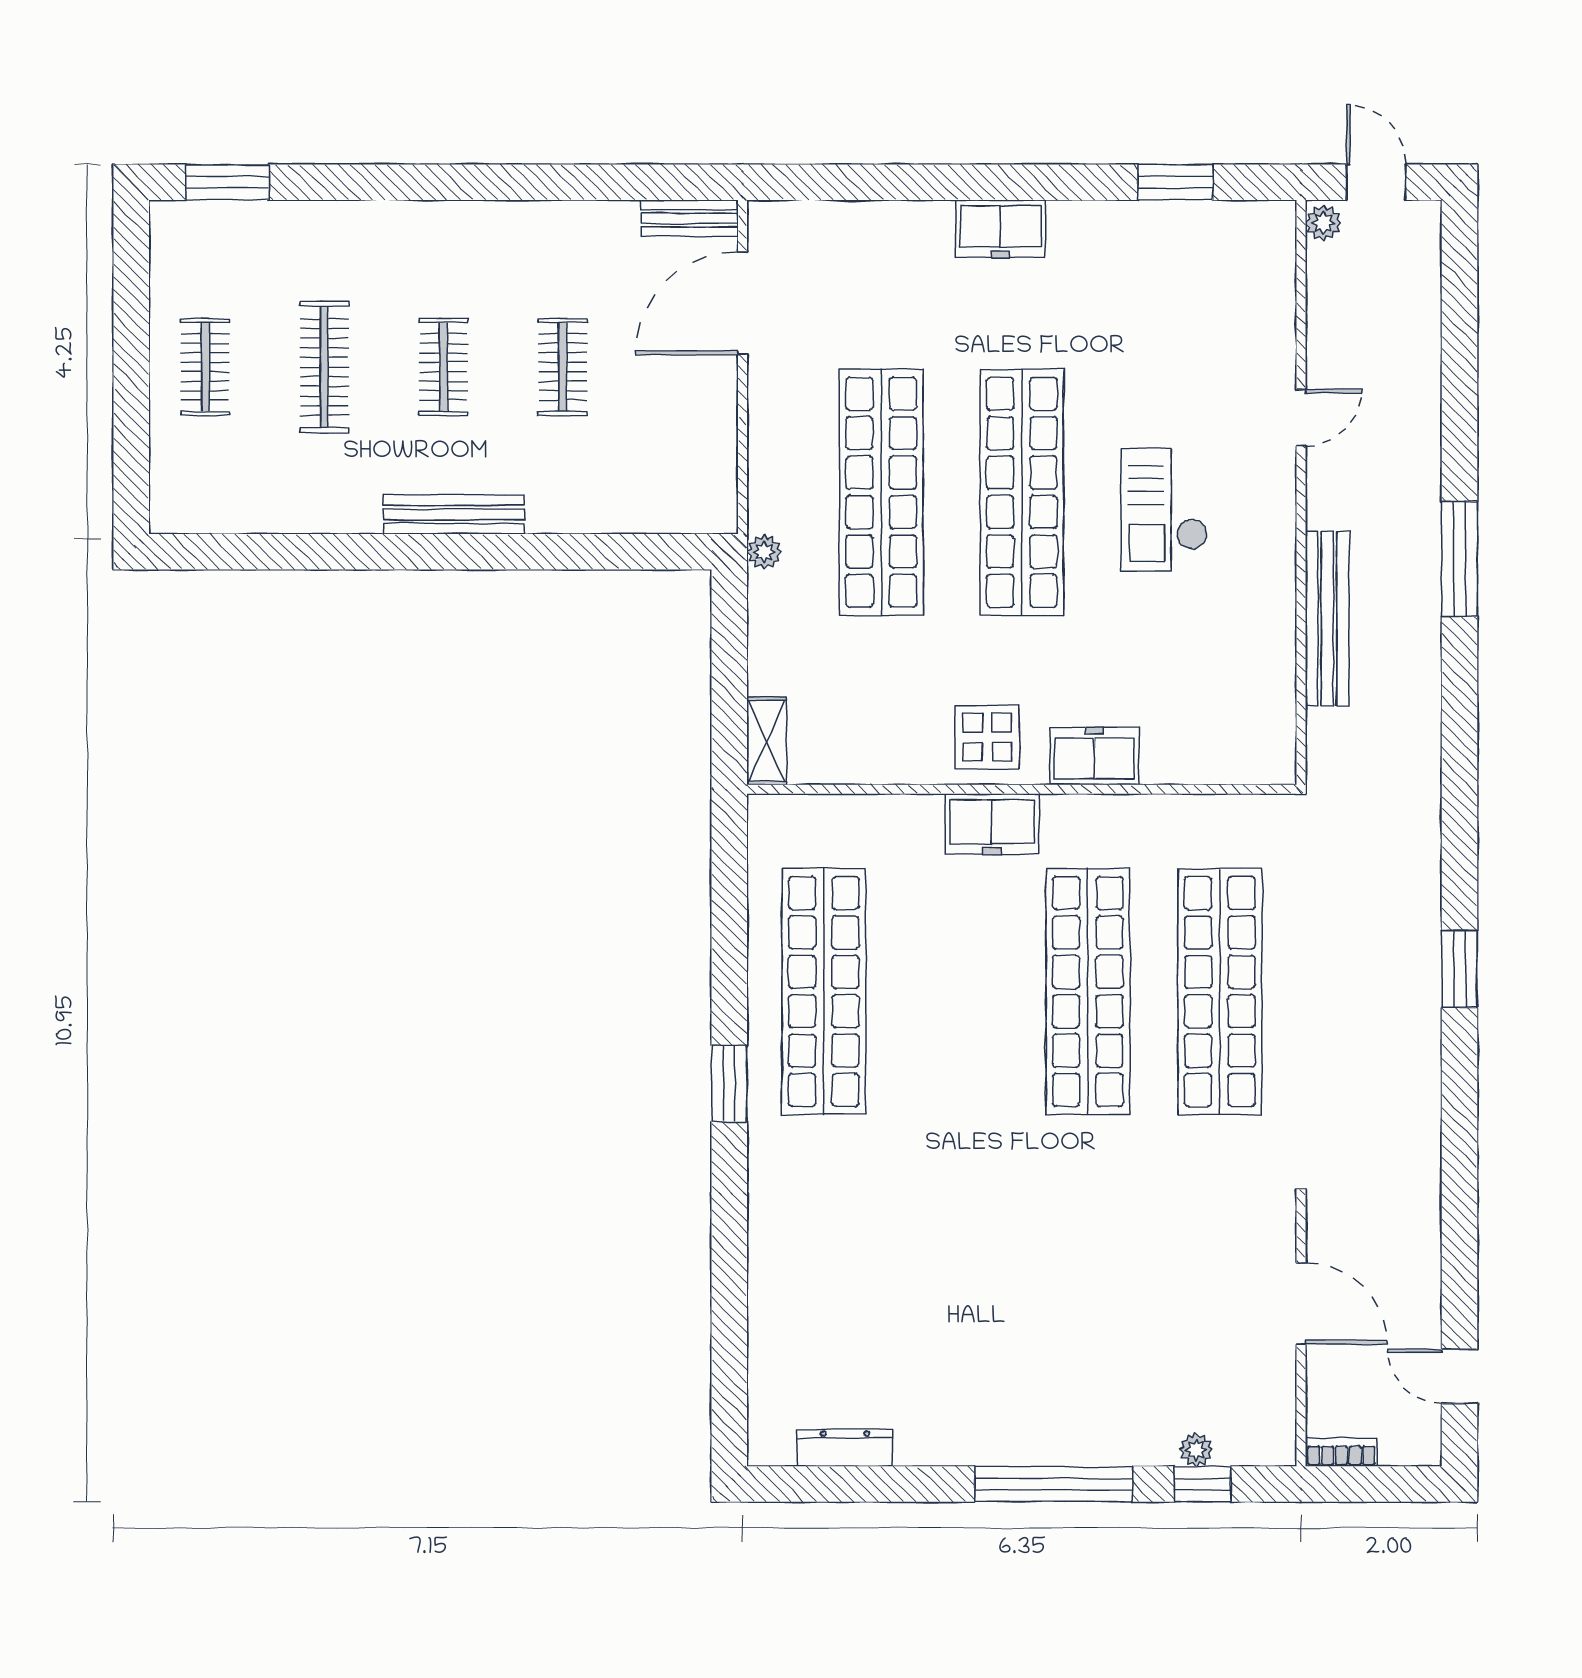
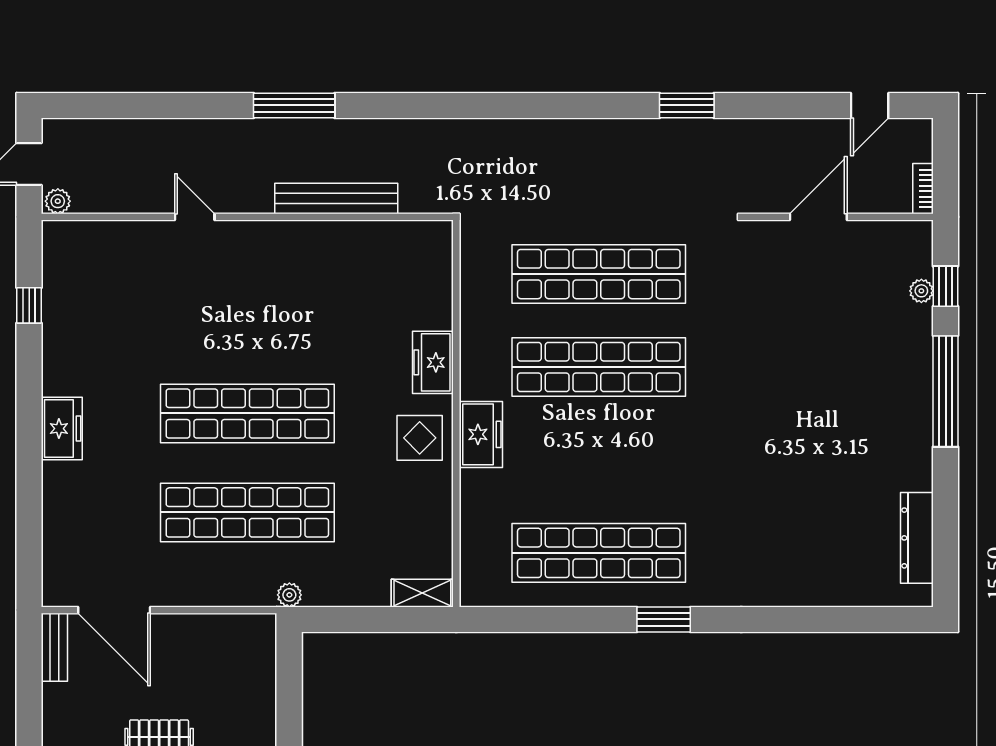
window: (1175, 182) -> (29, 305), width x0.67
checkout: (1164, 510) -> (260, 313), removed
window: (1459, 969) -> (687, 105), moved
dresser: (845, 1448) -> (917, 538), width x1.37, depth x1.24

